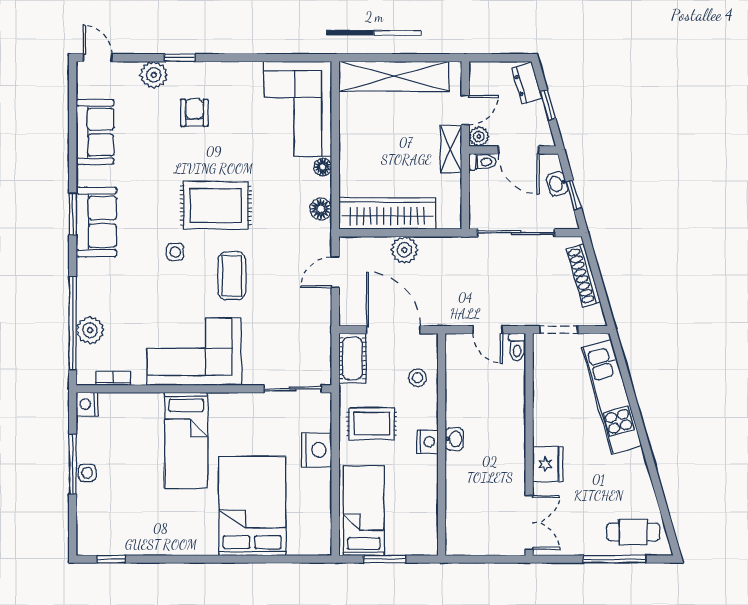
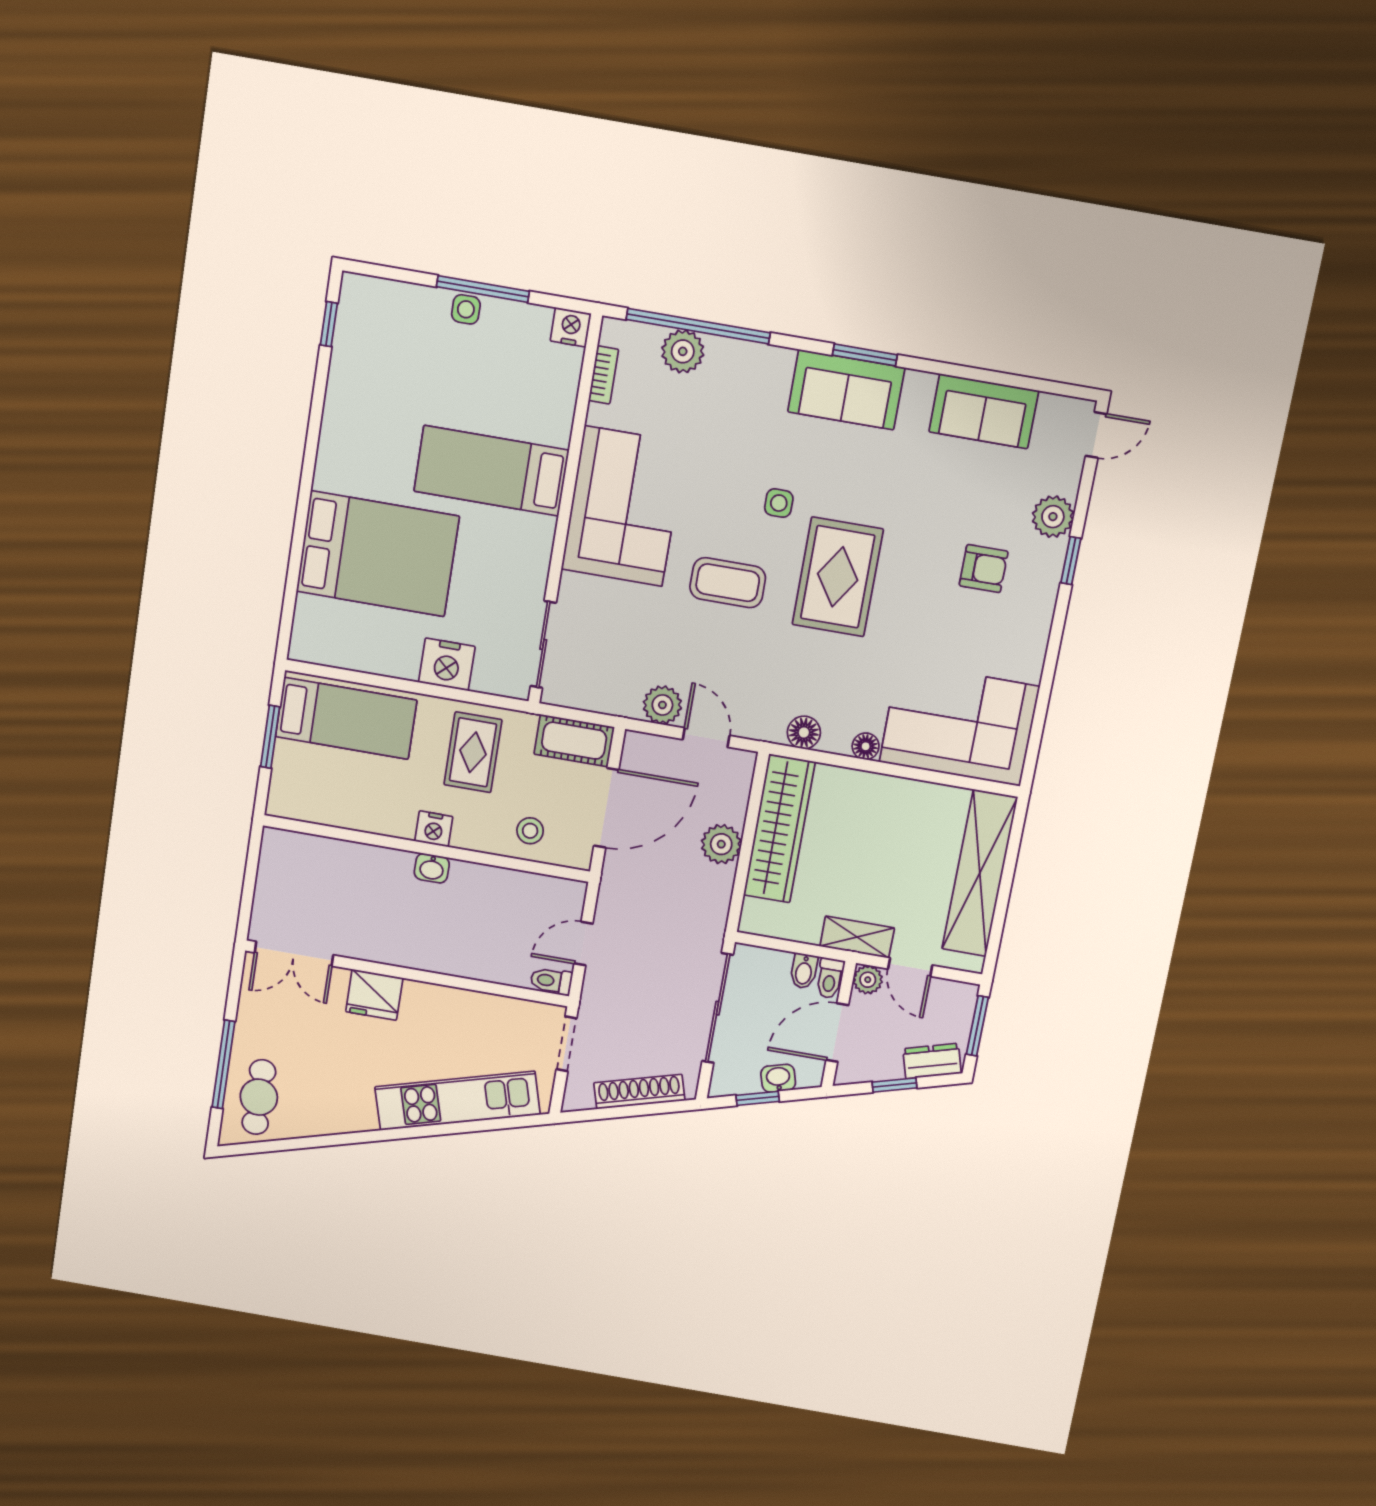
window: (497, 58) -> (977, 1026), added
bidet: (481, 180) -> (804, 971), added
plant: (319, 304) -> (662, 705), added

